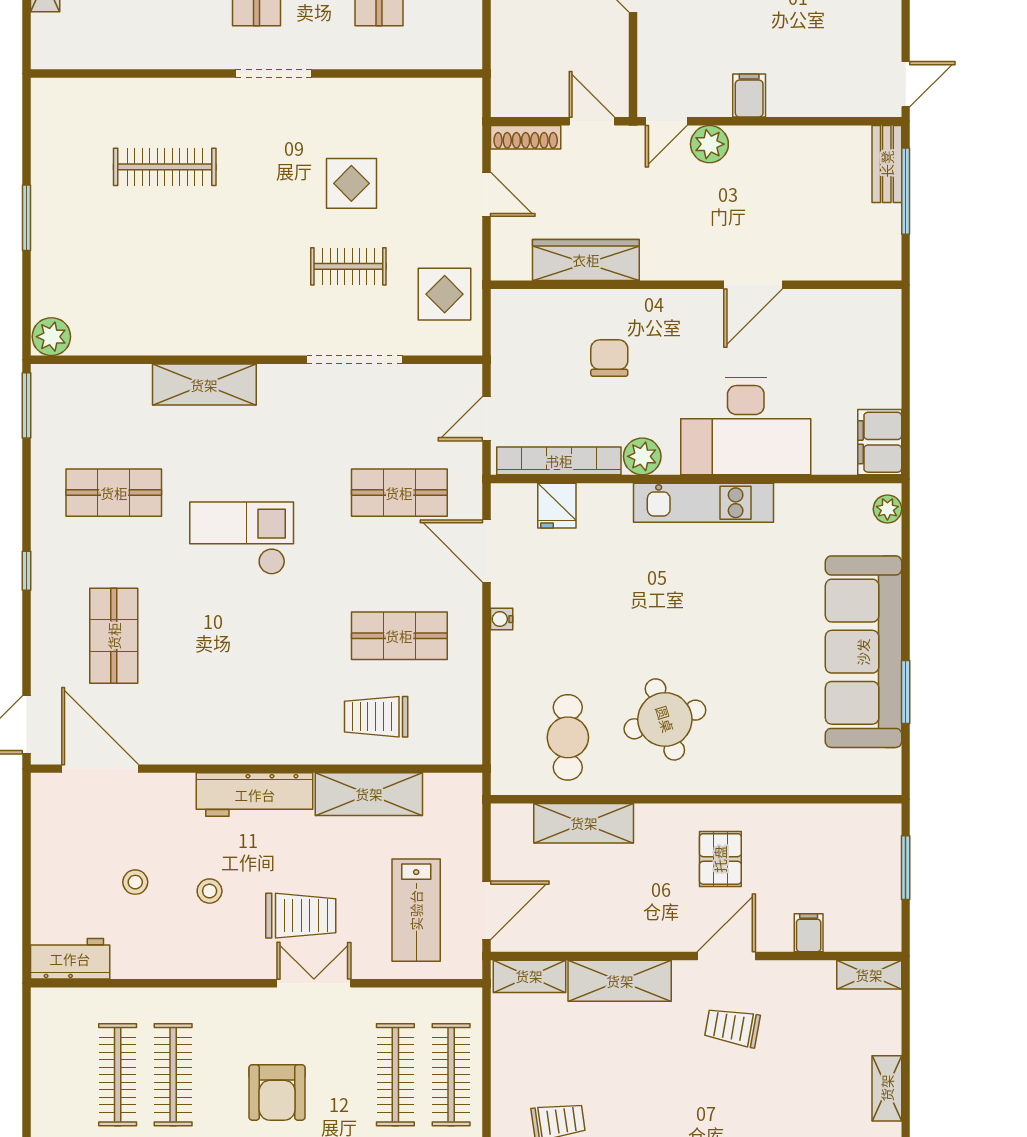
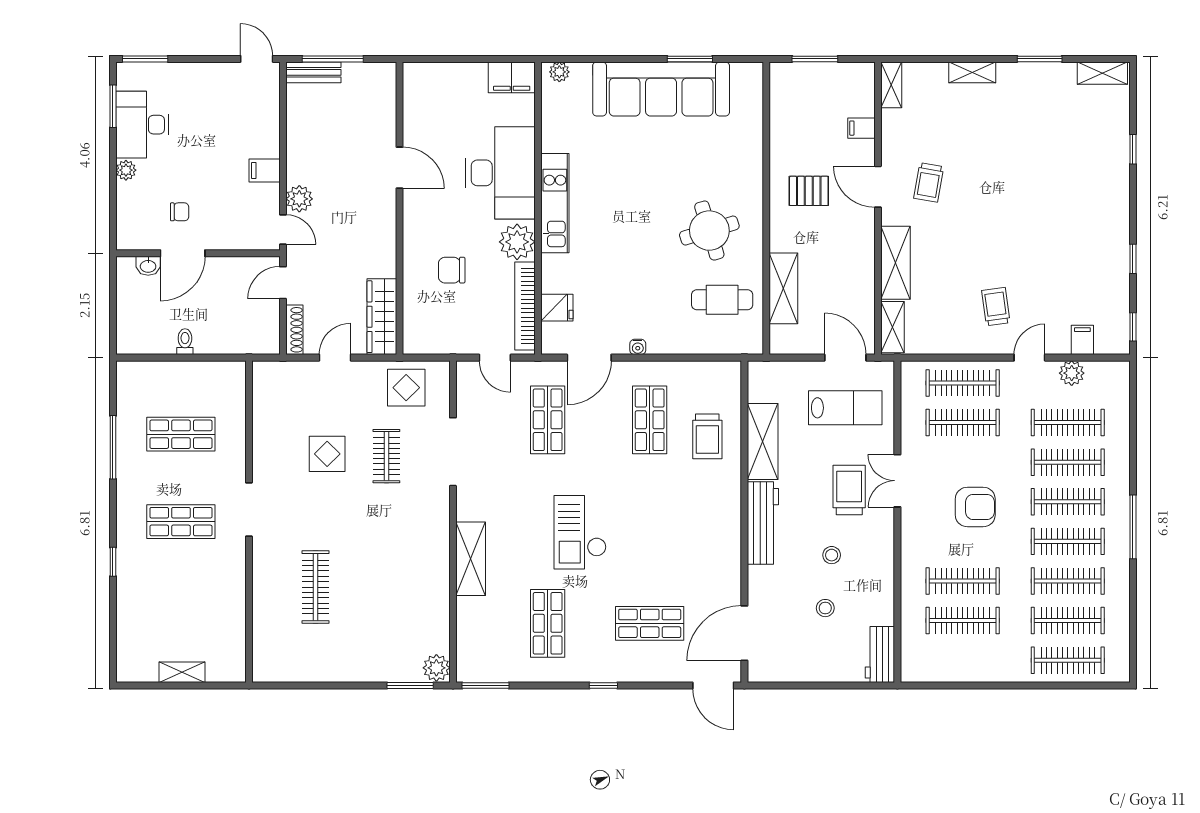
window: (27, 218) -> (410, 685), moved
wardrobe: (586, 260) -> (382, 317), moved
plant: (642, 456) -> (517, 242), width x1.36, depth x1.36

